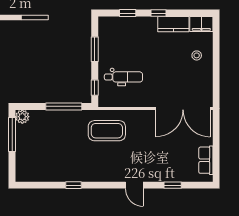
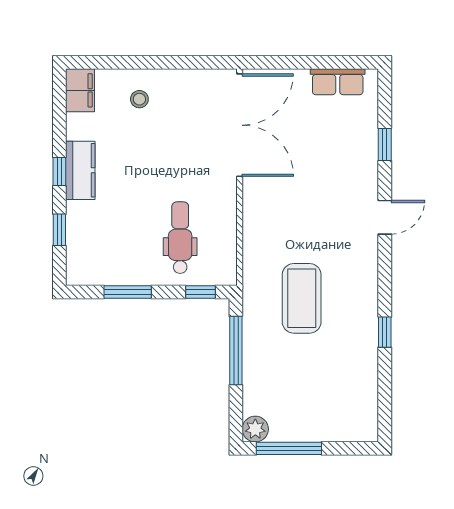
kitchen counter: (173, 24) -> (80, 170), moved
coffee table: (107, 131) -> (302, 298), moved

